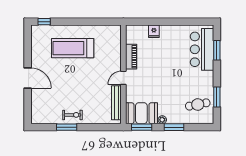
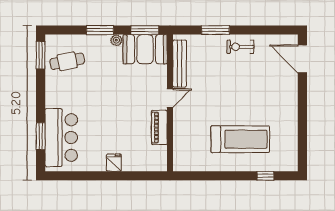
window: (44, 22) -> (265, 176), moved
fridge: (154, 31) -> (114, 163), moved
door: (28, 78) -> (302, 59), moved
window: (217, 97) -> (41, 55), moved
window: (67, 127) -> (215, 30), moved

